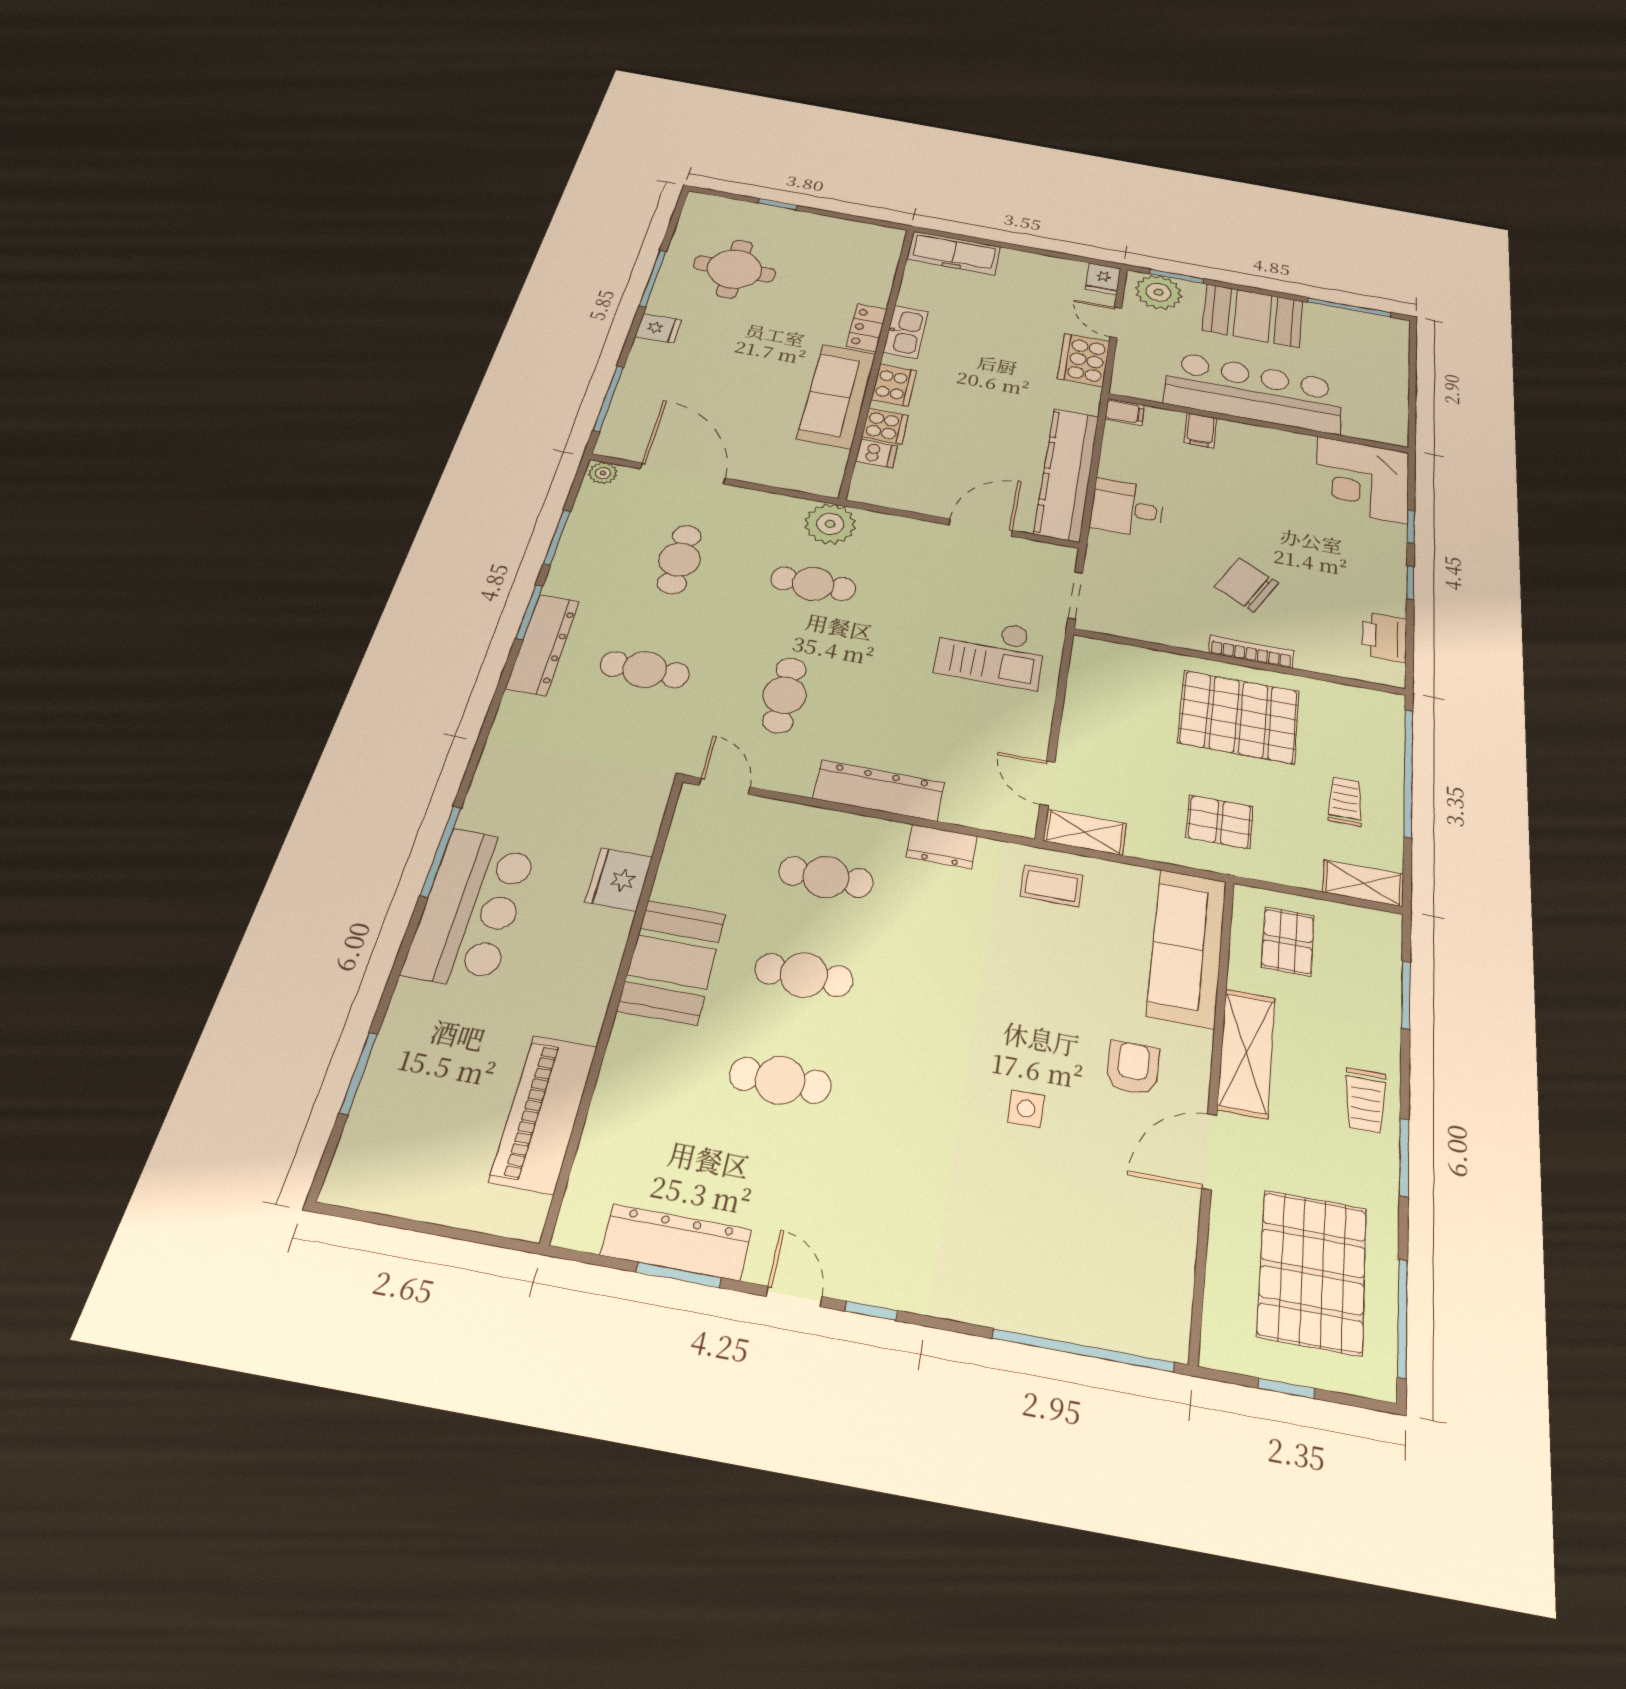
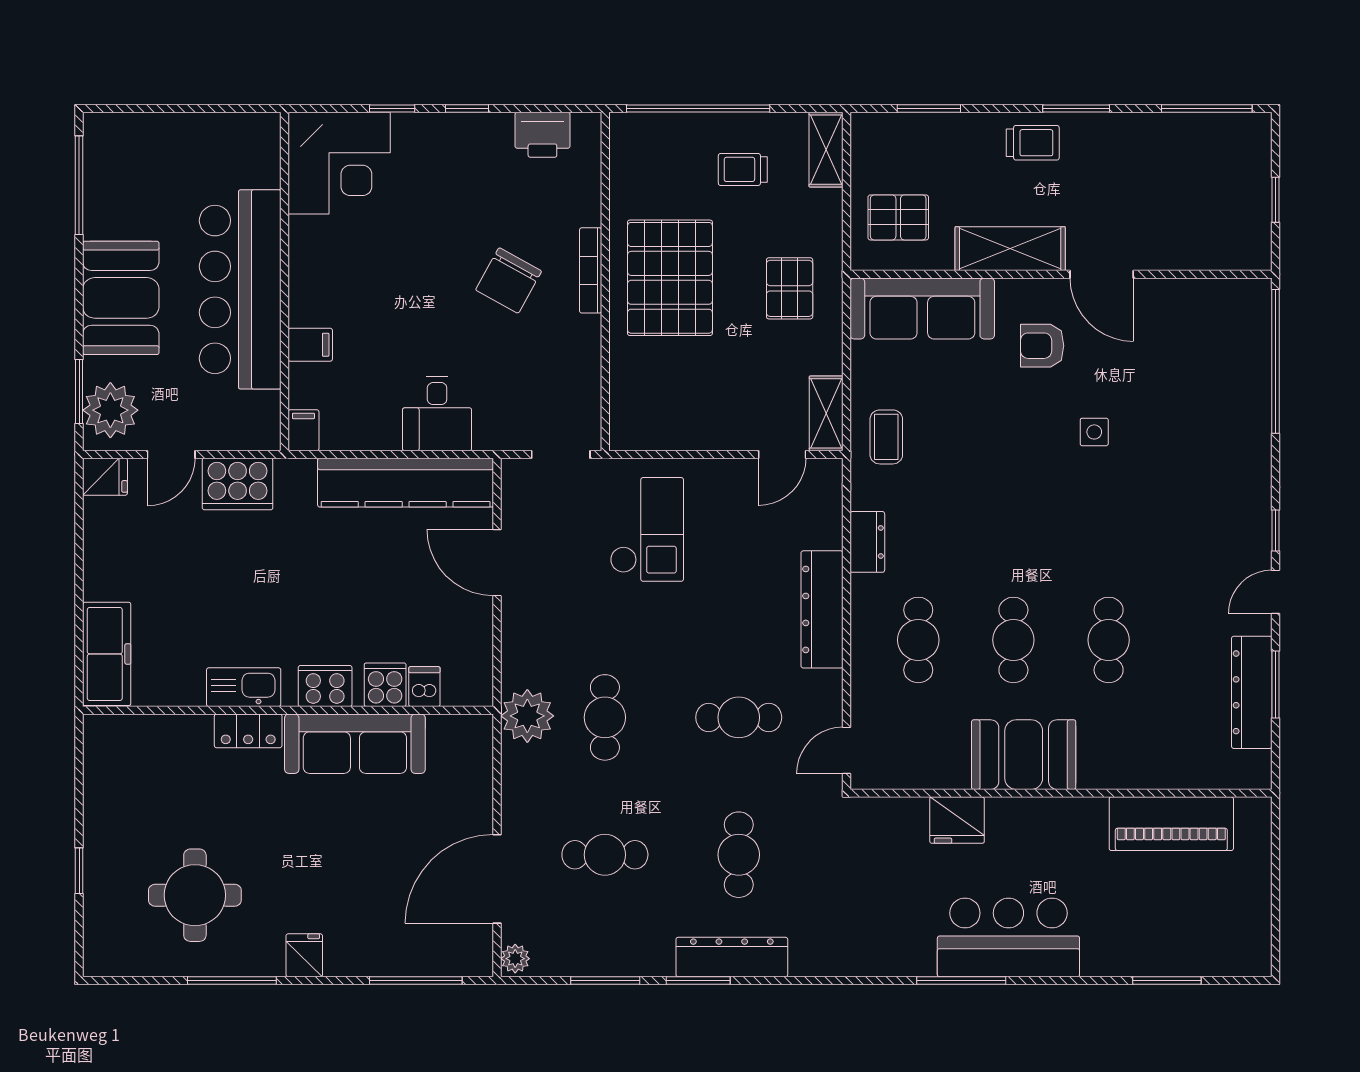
pallet: (1312, 1272) -> (1184, 183), removed

